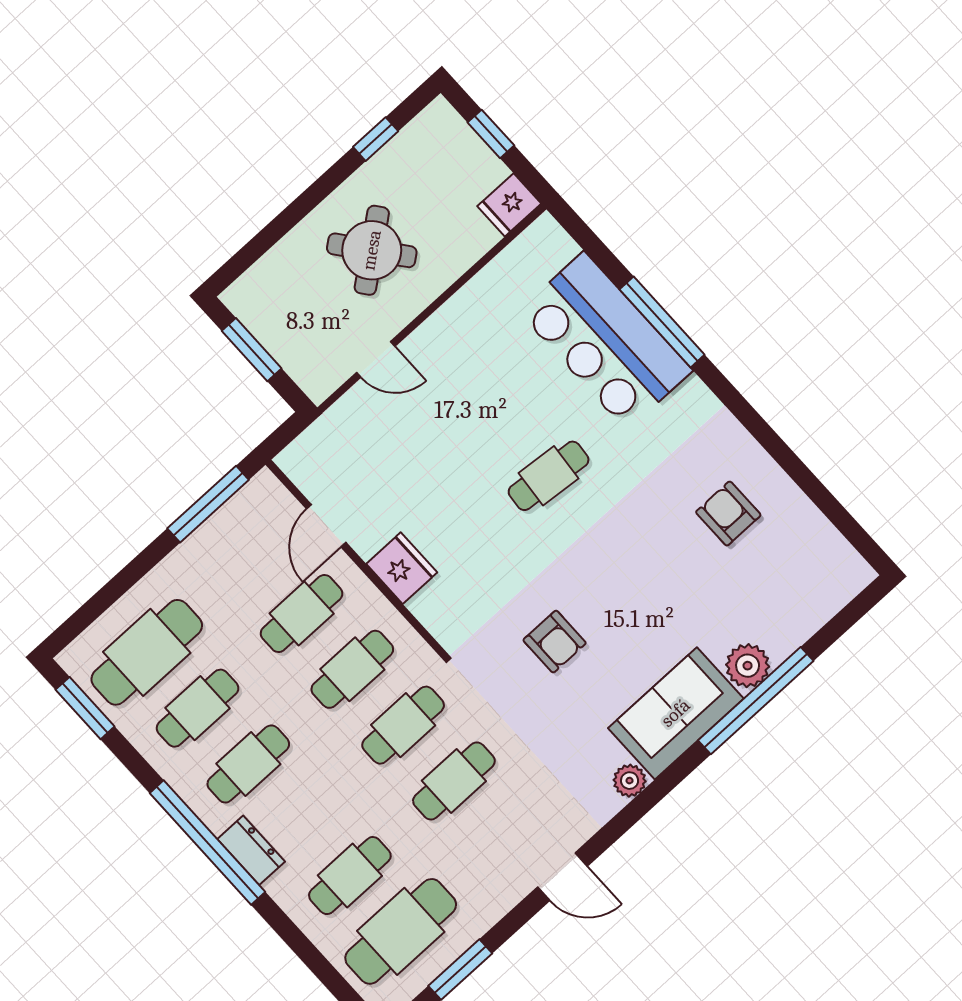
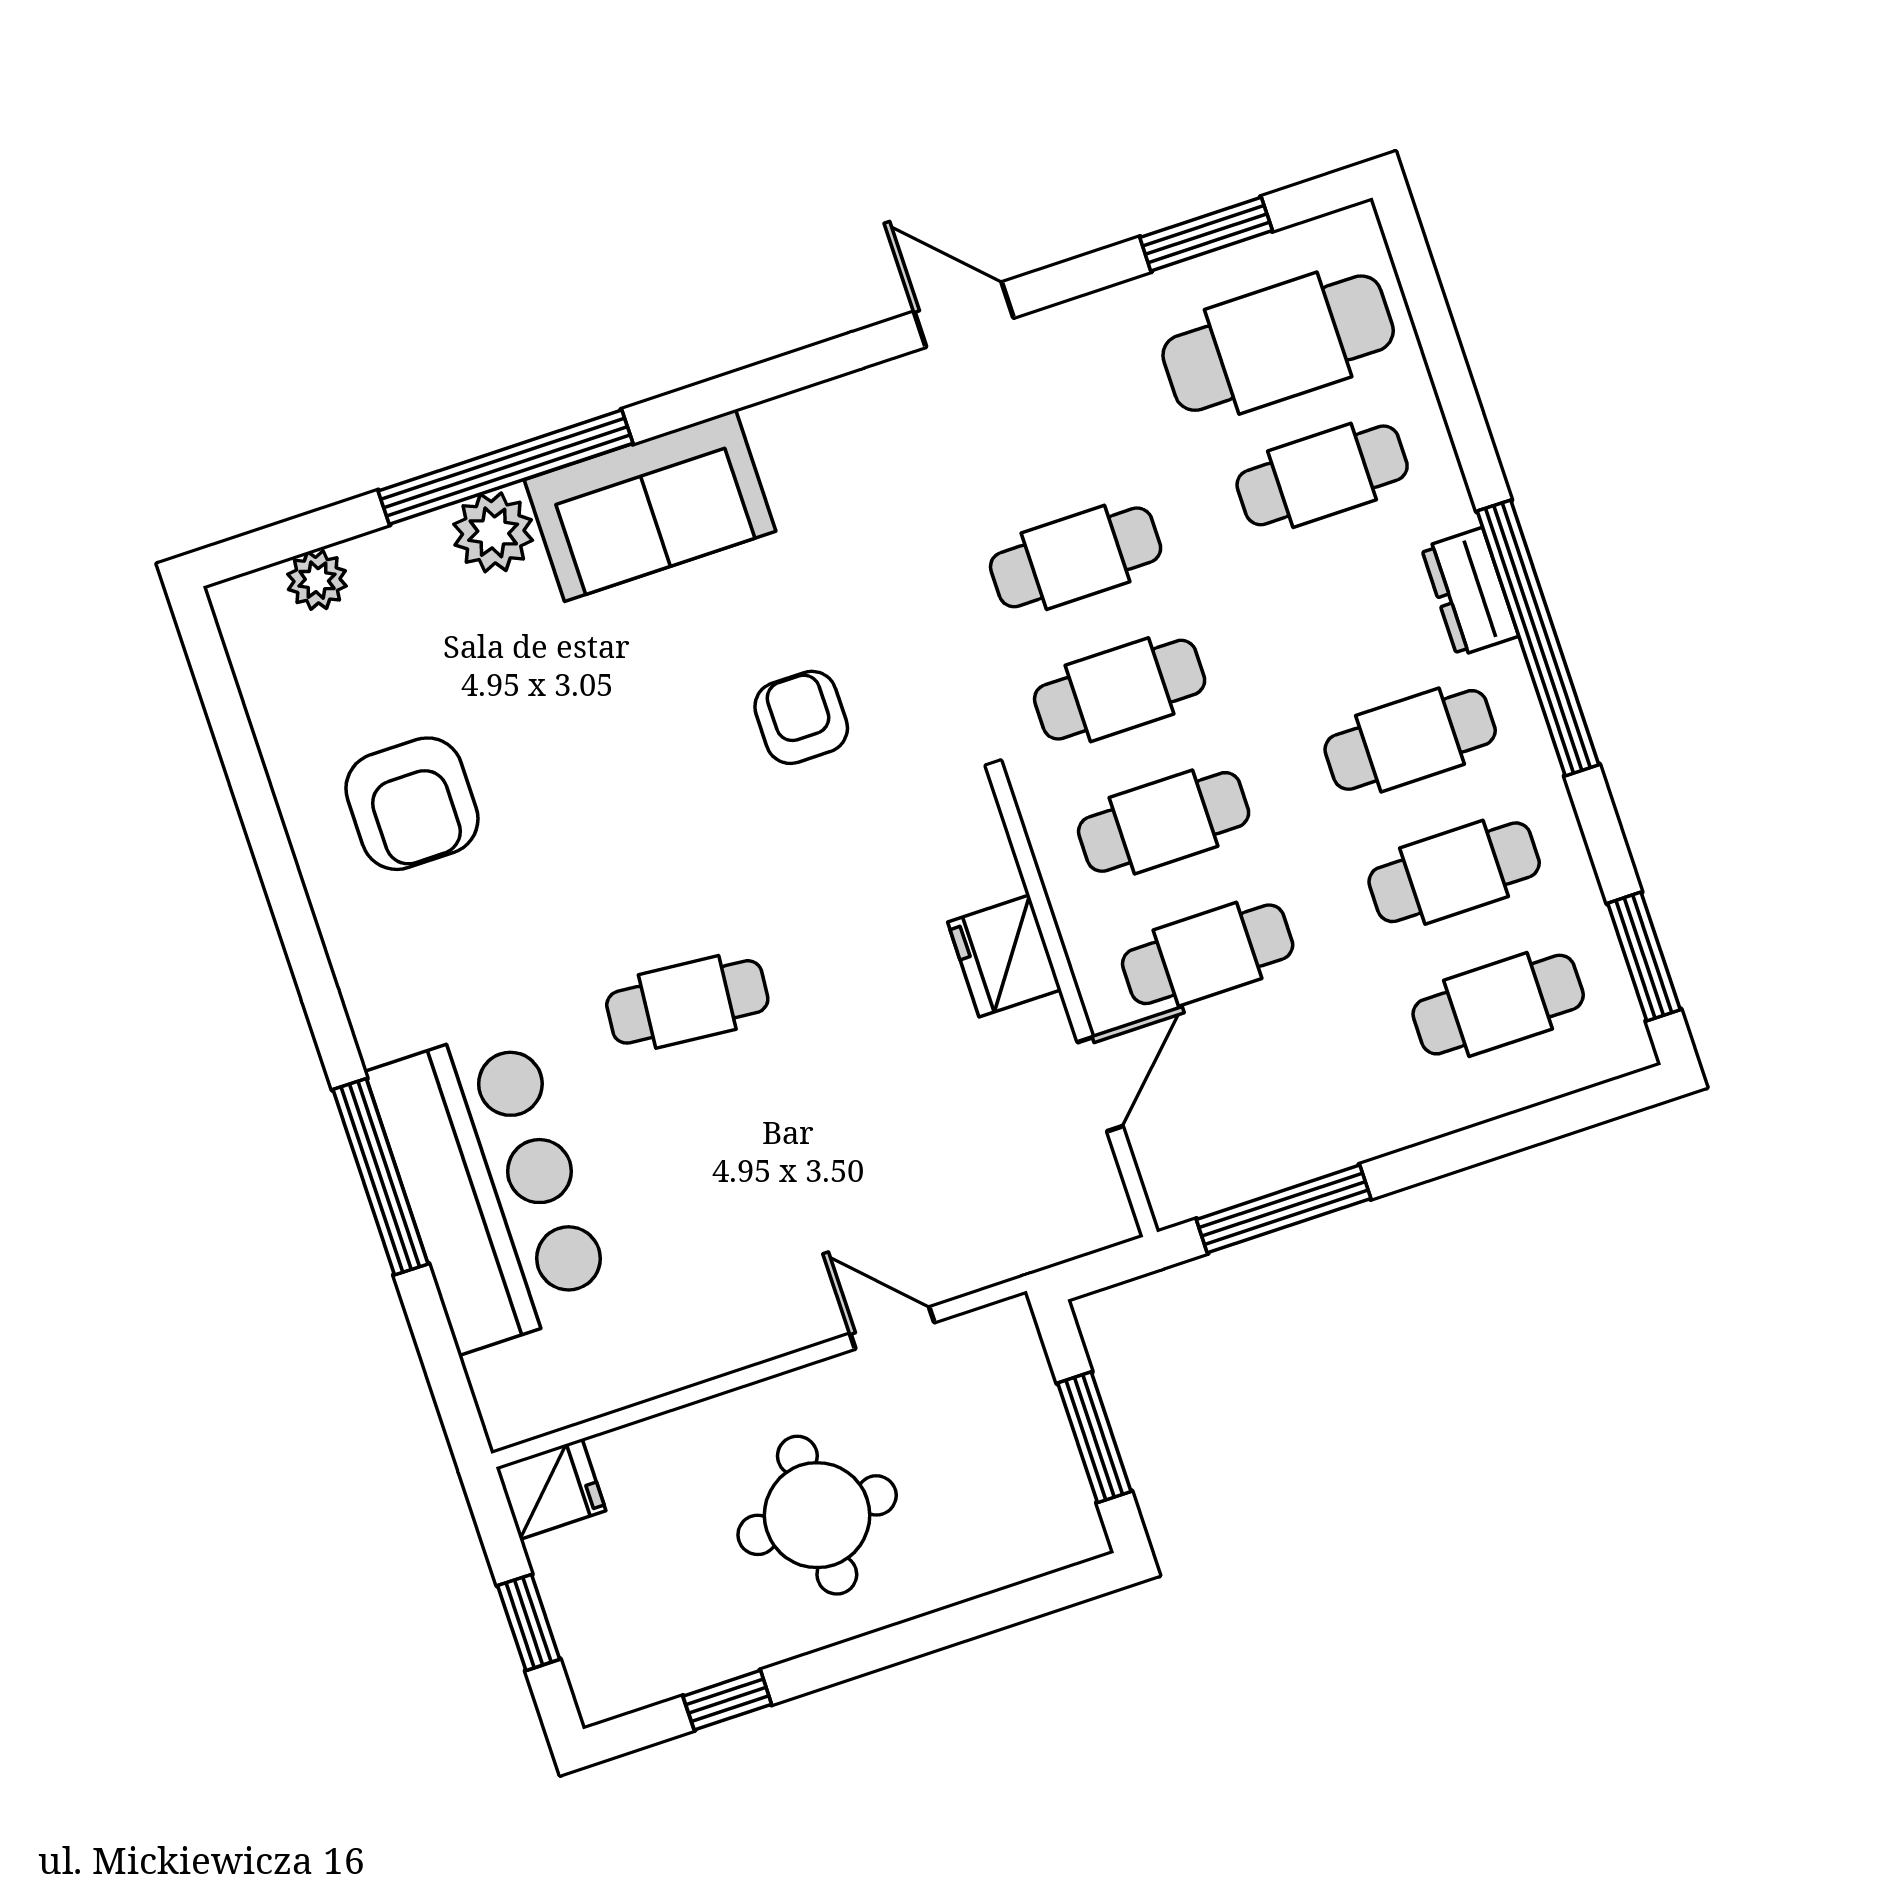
round table: (372, 250) -> (817, 1515), turned 38
armchair: (728, 514) -> (412, 804), width x1.38, depth x1.38
cafe table: (147, 652) -> (1498, 1005), width x0.73, depth x0.74
plant: (630, 781) -> (317, 580), moved

